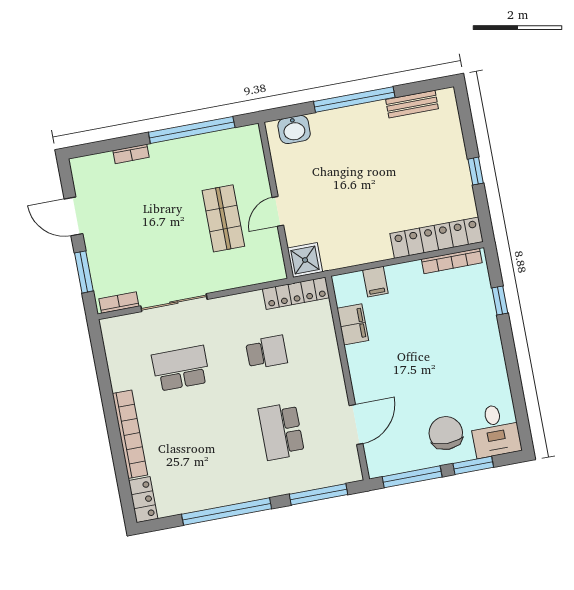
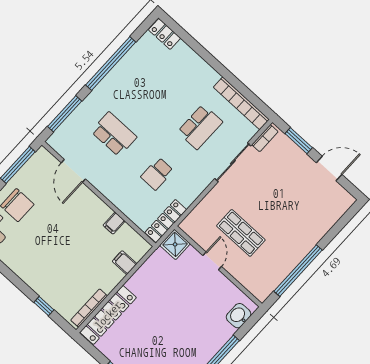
bookcase: (131, 154) -> (323, 230), removed
filing cabinet: (353, 324) -> (114, 223), width x0.50
bookcase: (130, 434) -> (241, 103), moved

